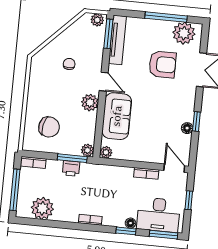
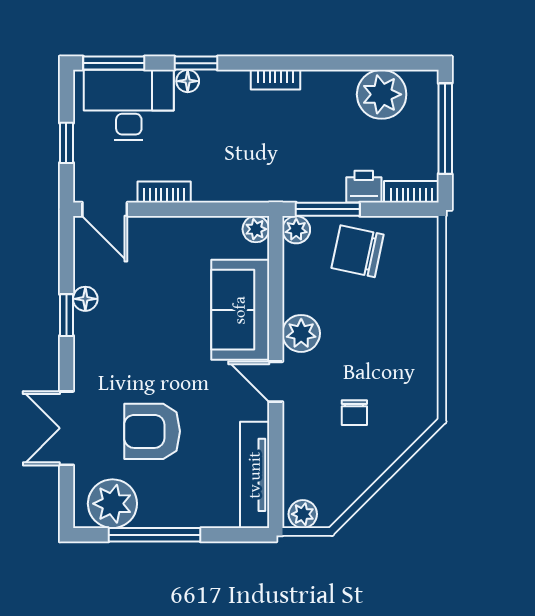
window: (108, 34) -> (276, 486), removed
chair: (49, 127) -> (358, 251), moved
printer: (71, 169) -> (364, 187), moved

